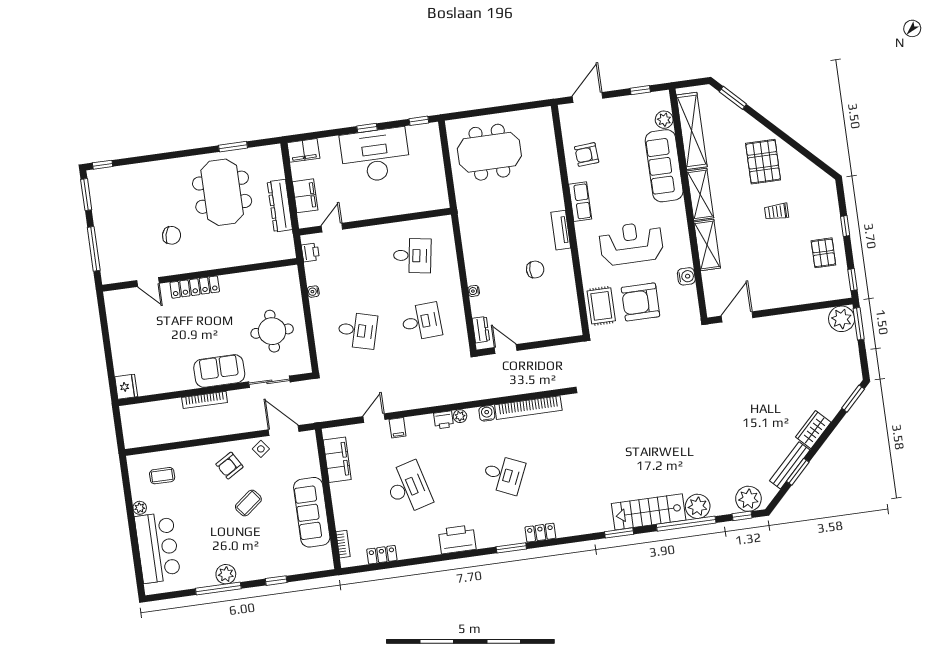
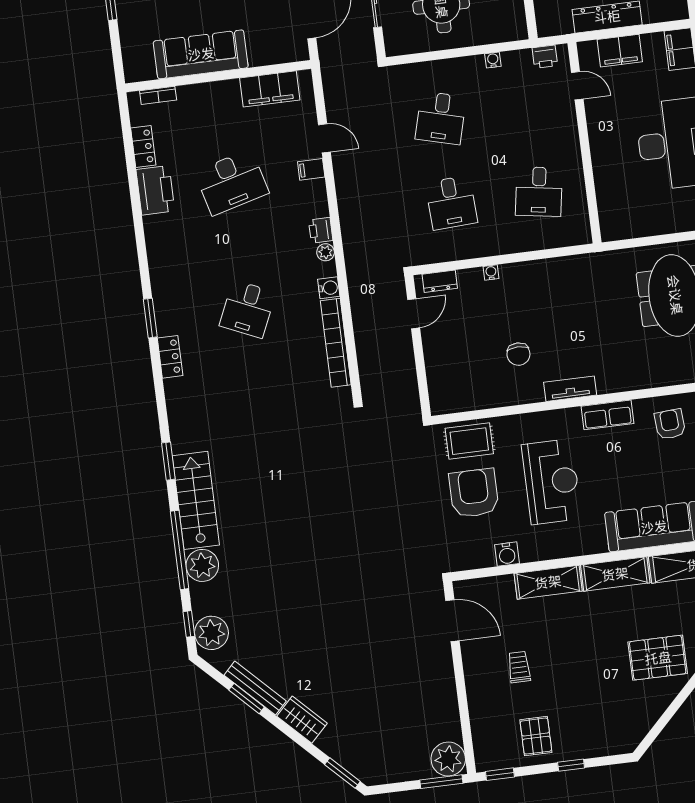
trolley: (777, 212) -> (519, 667), moved
pallet: (823, 253) -> (536, 736), turned 90
printer: (457, 539) -> (155, 190), moved

